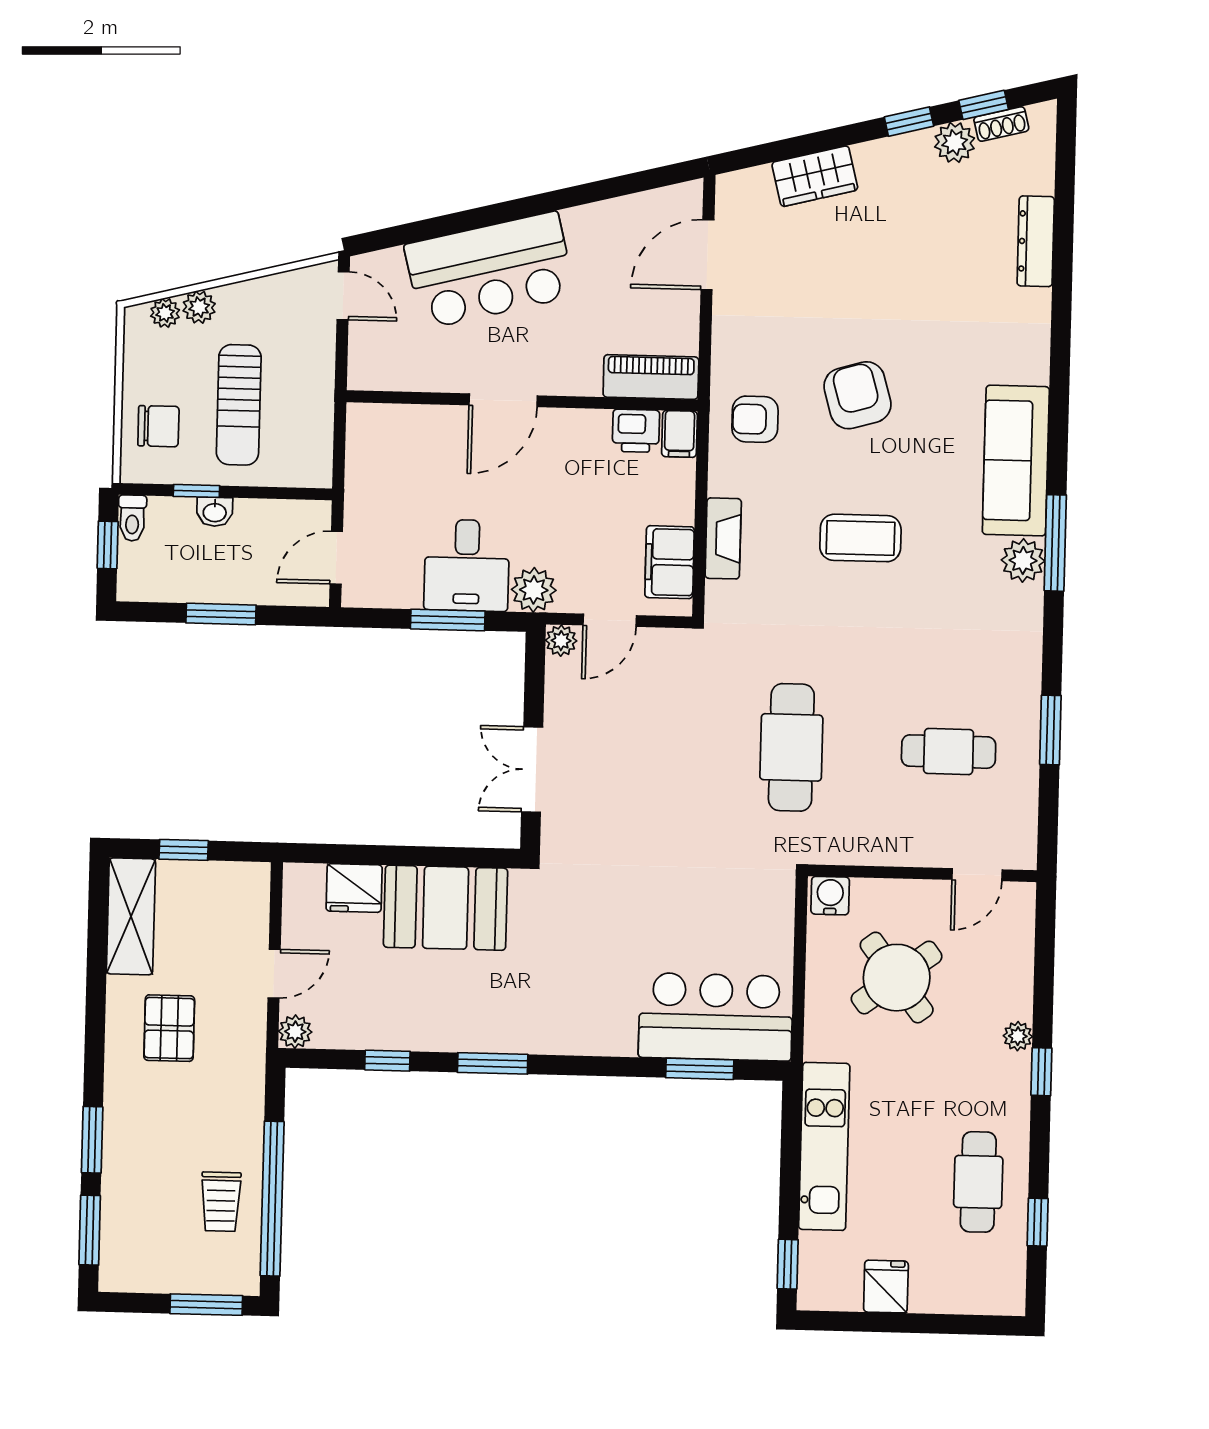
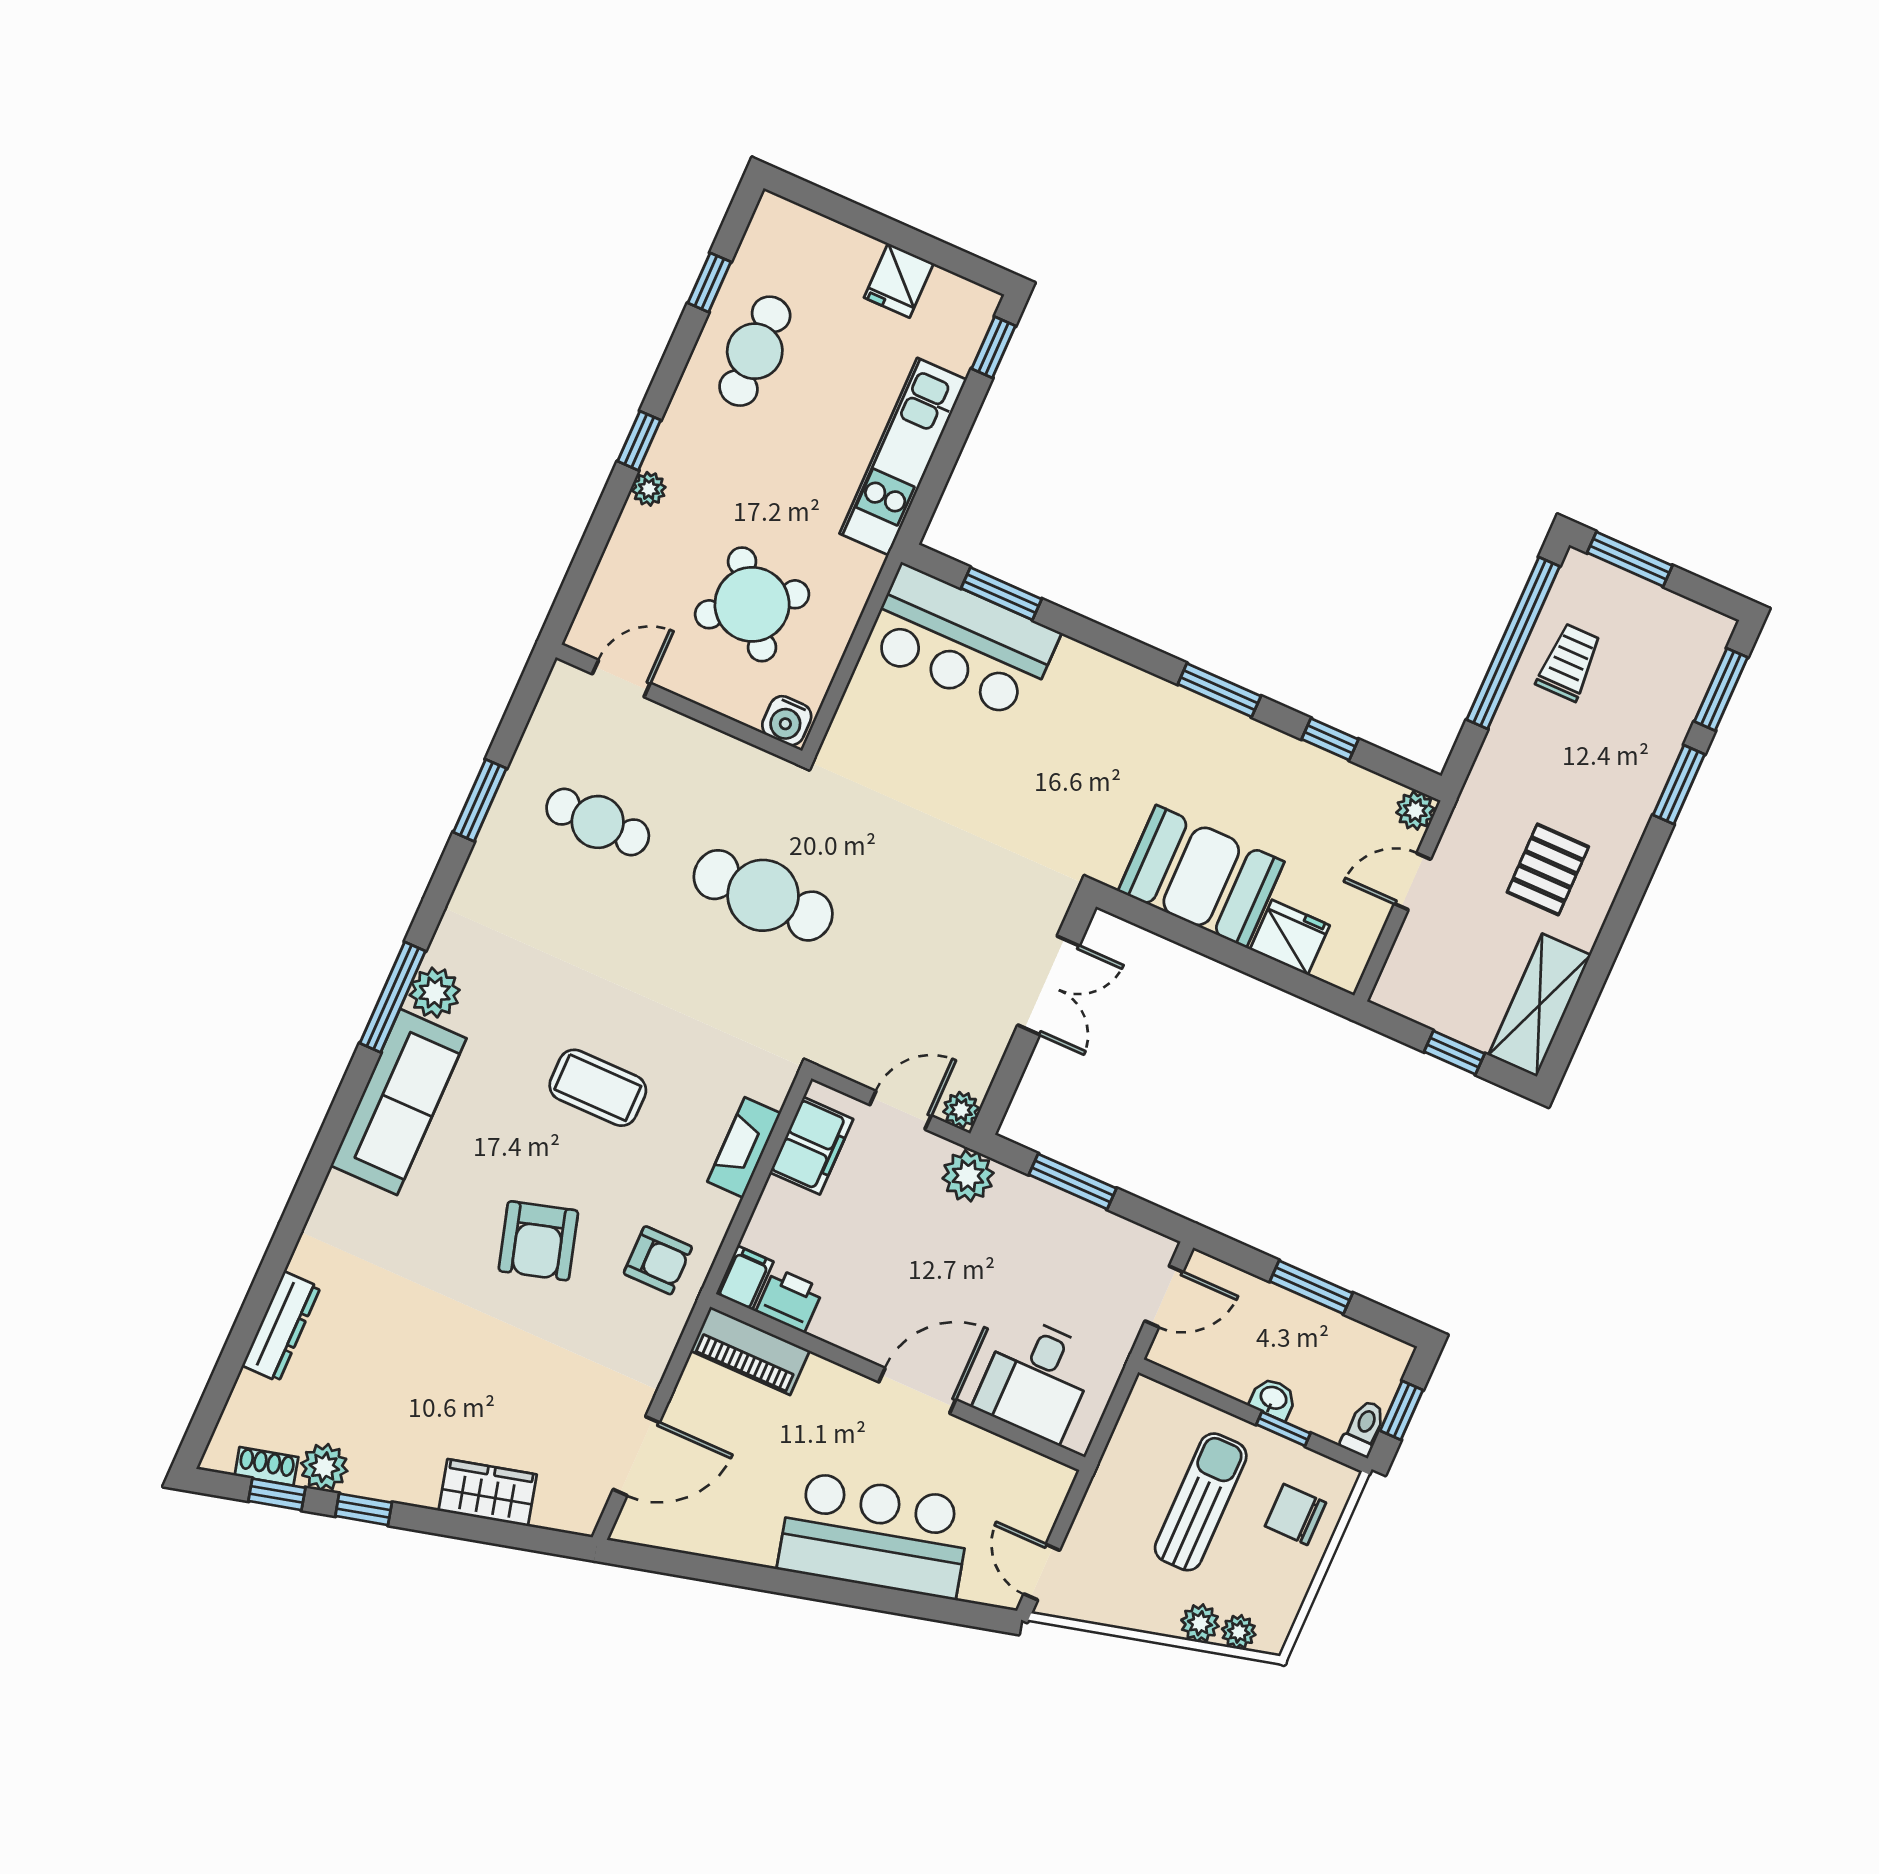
desk: (467, 565) -> (1036, 1379), moved, turned 180
cafe table: (791, 747) -> (763, 895), turned 90

